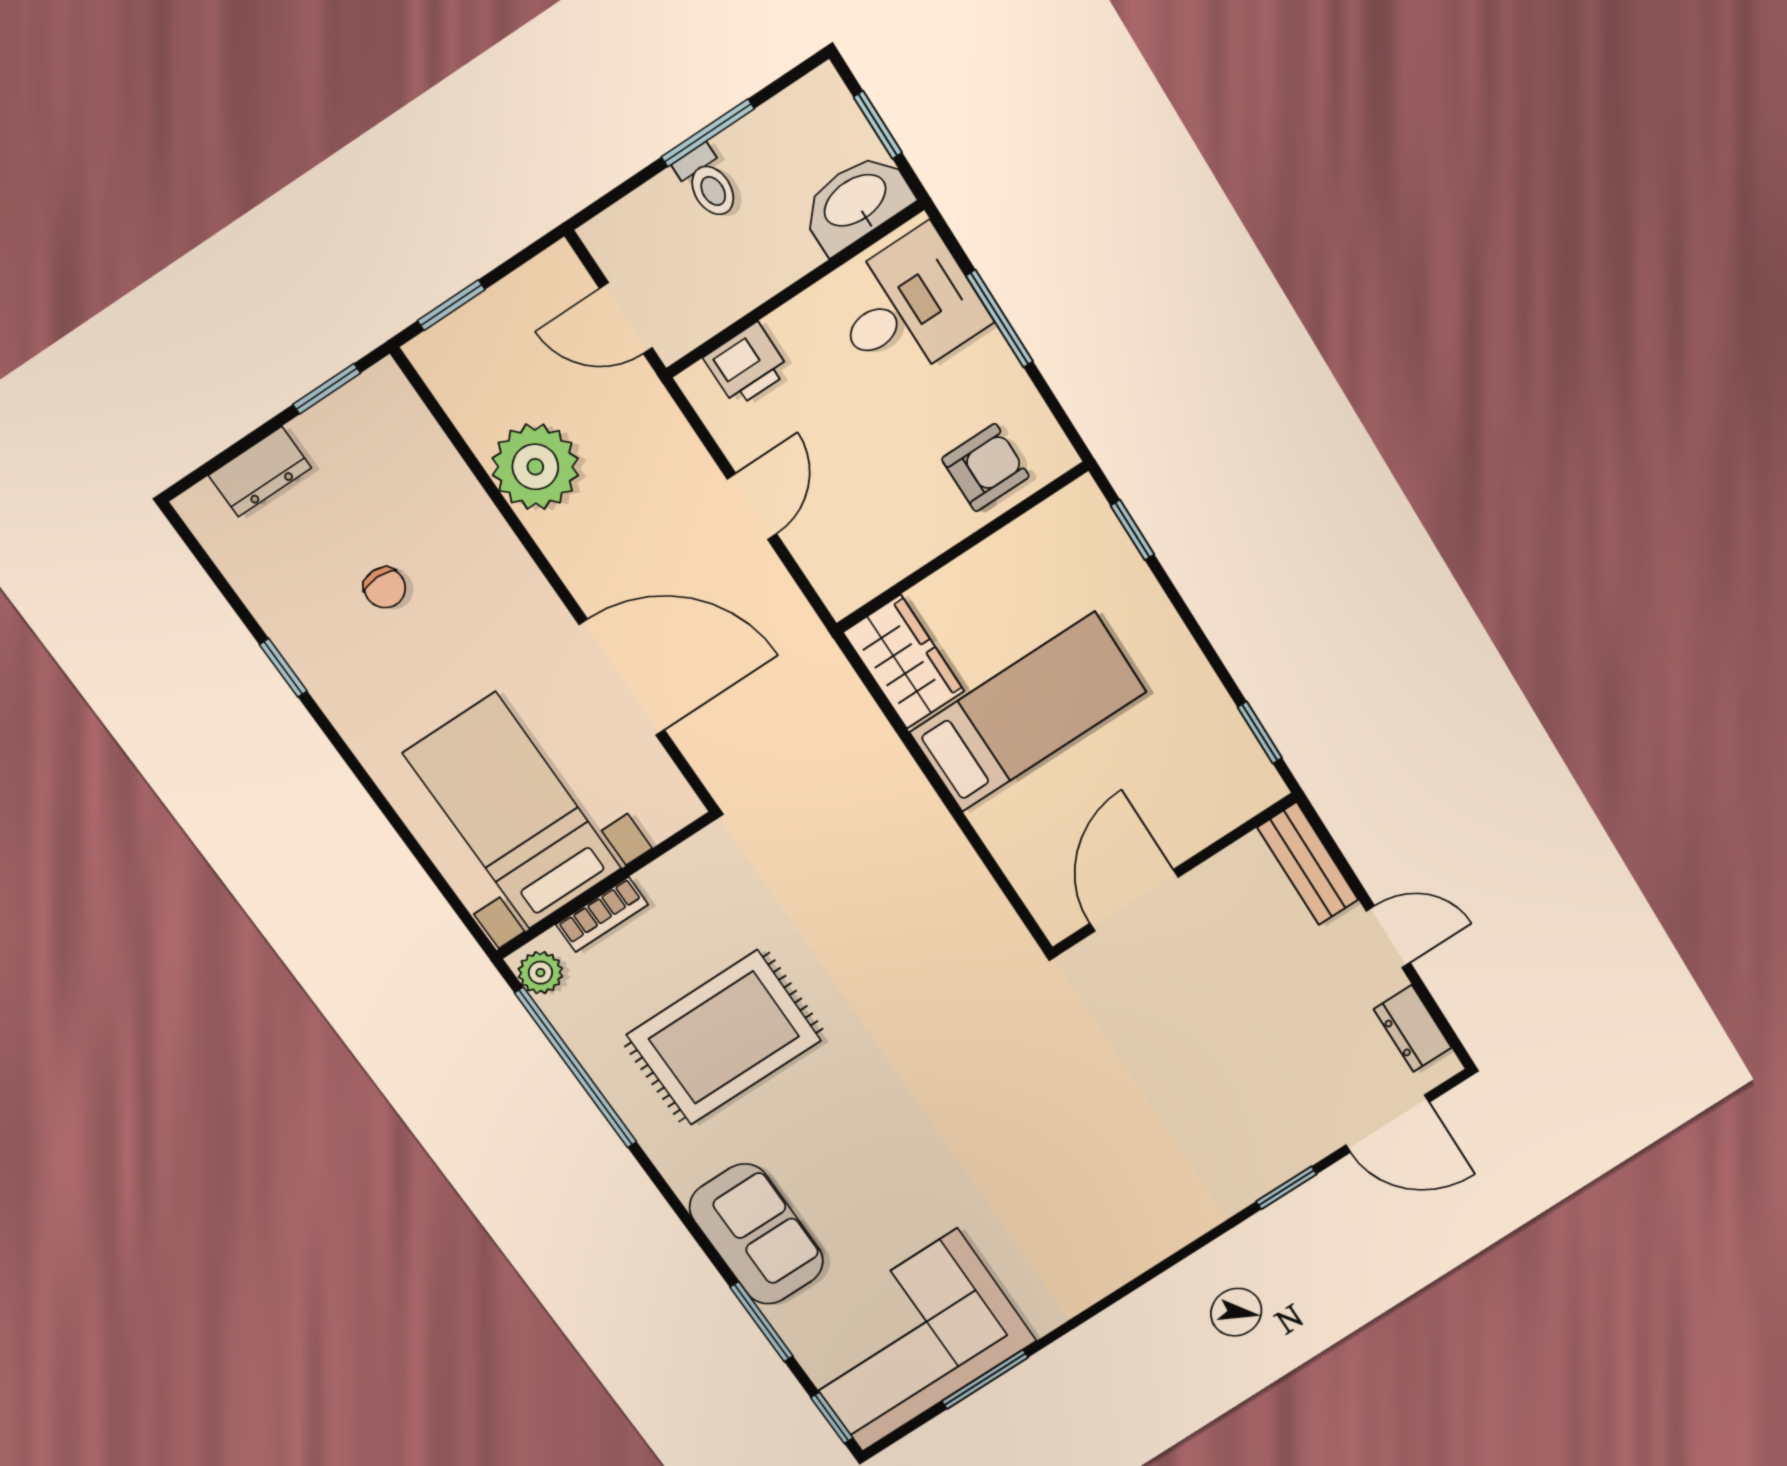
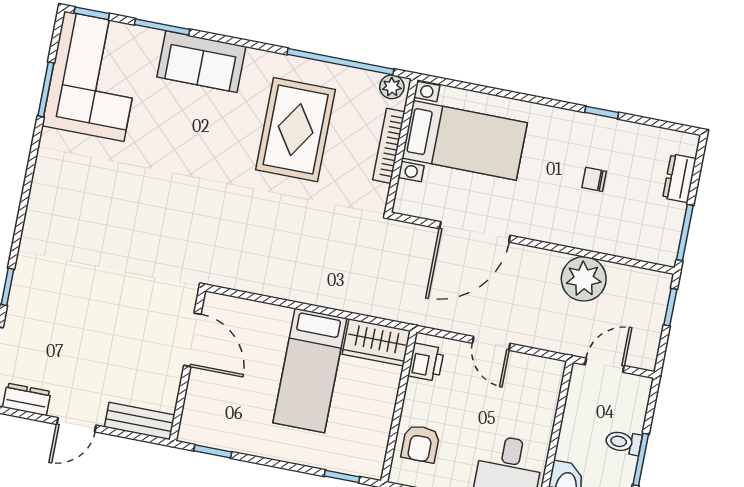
printer: (747, 365) -> (426, 362), moved, turned 180
window: (327, 389) -> (685, 233), width x1.50
bookcase: (602, 915) -> (389, 146), width x1.56

